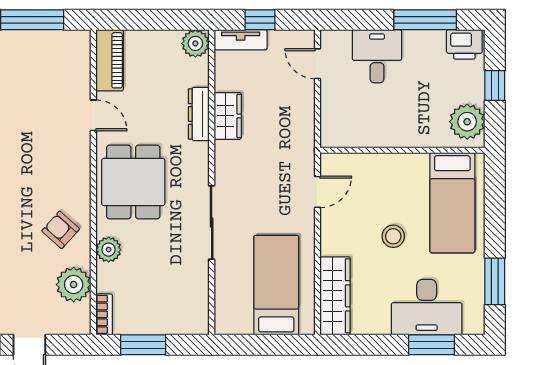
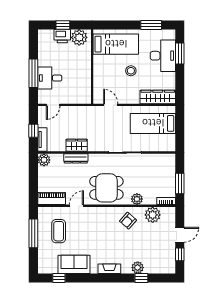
window: (425, 20) -> (33, 73), moved
printer: (464, 44) -> (62, 36), moved, turned 90
coffee table: (37, 76) -> (59, 231), added

